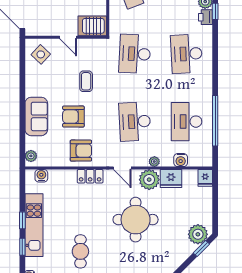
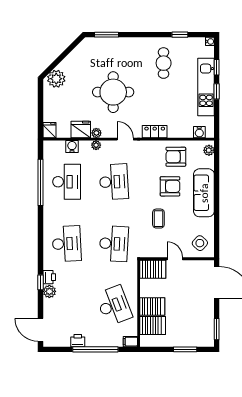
sofa: (36, 116) -> (204, 193), width x1.36
armchair: (81, 151) -> (176, 157), moved
plant: (149, 180) -> (96, 133), width x0.53, depth x0.53
window: (201, 249) -> (53, 66), removed

